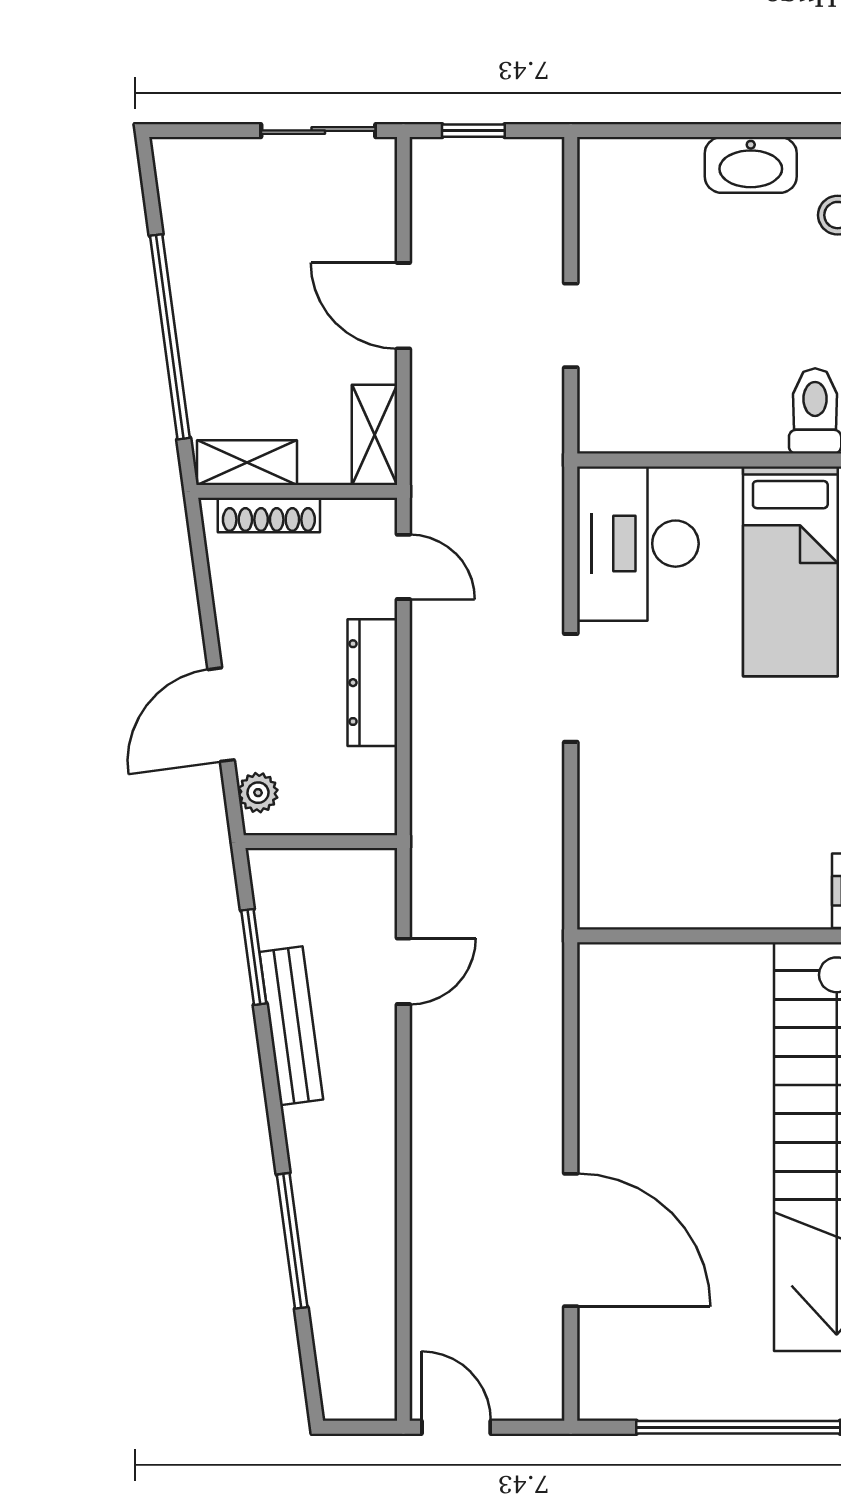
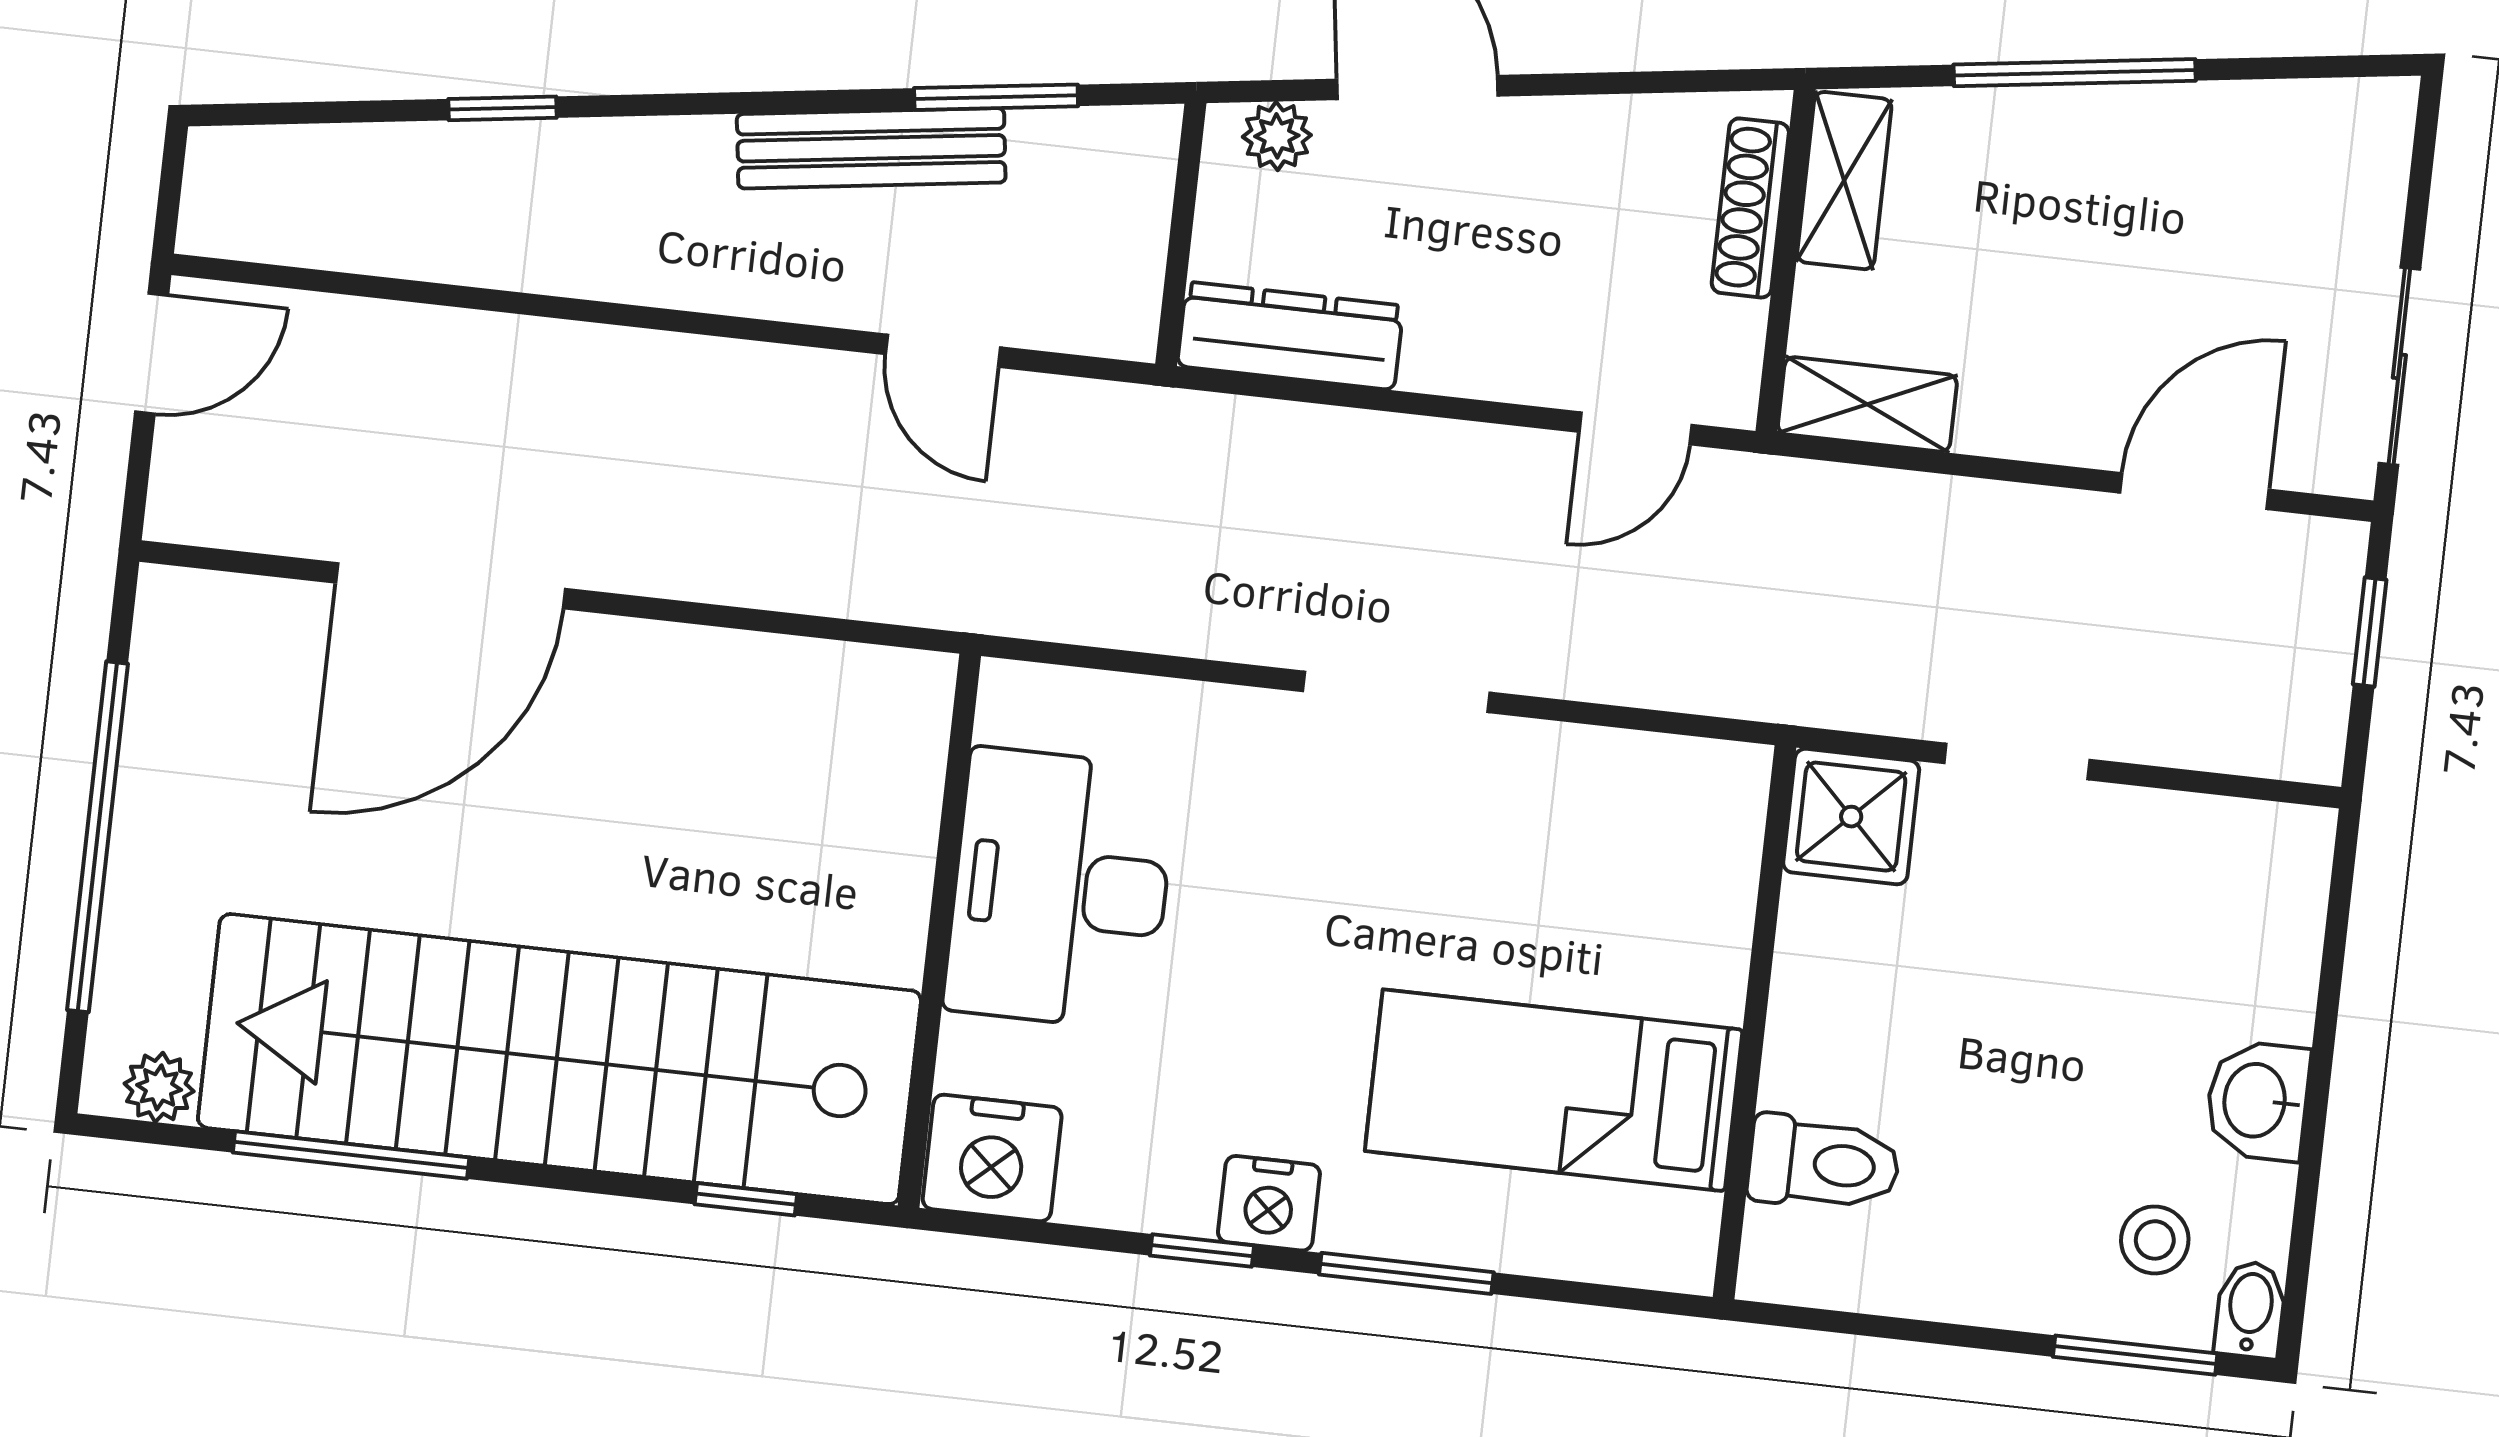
washbasin: (751, 165) -> (2257, 1101), width x0.72
door: (403, 306) -> (2194, 491), moved
window: (170, 337) -> (2075, 73), width x0.68
shower: (613, 418) -> (1851, 817), added
desk: (638, 544) -> (1060, 889), moved, turned -90
dresser: (372, 683) -> (1290, 336), moved
window: (292, 1241) -> (503, 108), width x0.46

